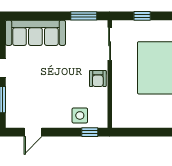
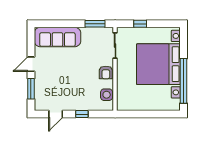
side table: (80, 115) -> (107, 95), moved
window: (90, 132) -> (82, 114), moved

